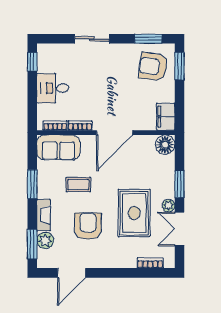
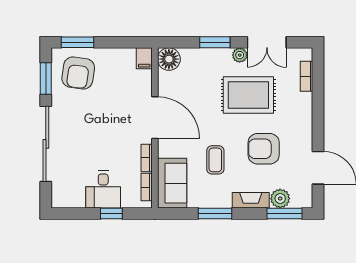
sliding door: (92, 39) -> (46, 144), width x1.86
window: (32, 62) -> (111, 214), moved
filing cabinet: (166, 117) -> (144, 58), width x0.50

